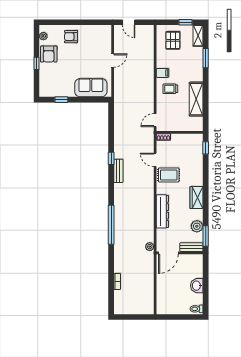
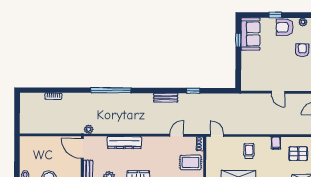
filing cabinet: (163, 73) -> (276, 143), moved
sofa: (91, 88) -> (250, 34), moved
window: (111, 158) -> (193, 91), moved
rug: (169, 175) -> (191, 162), moved, turned 90

